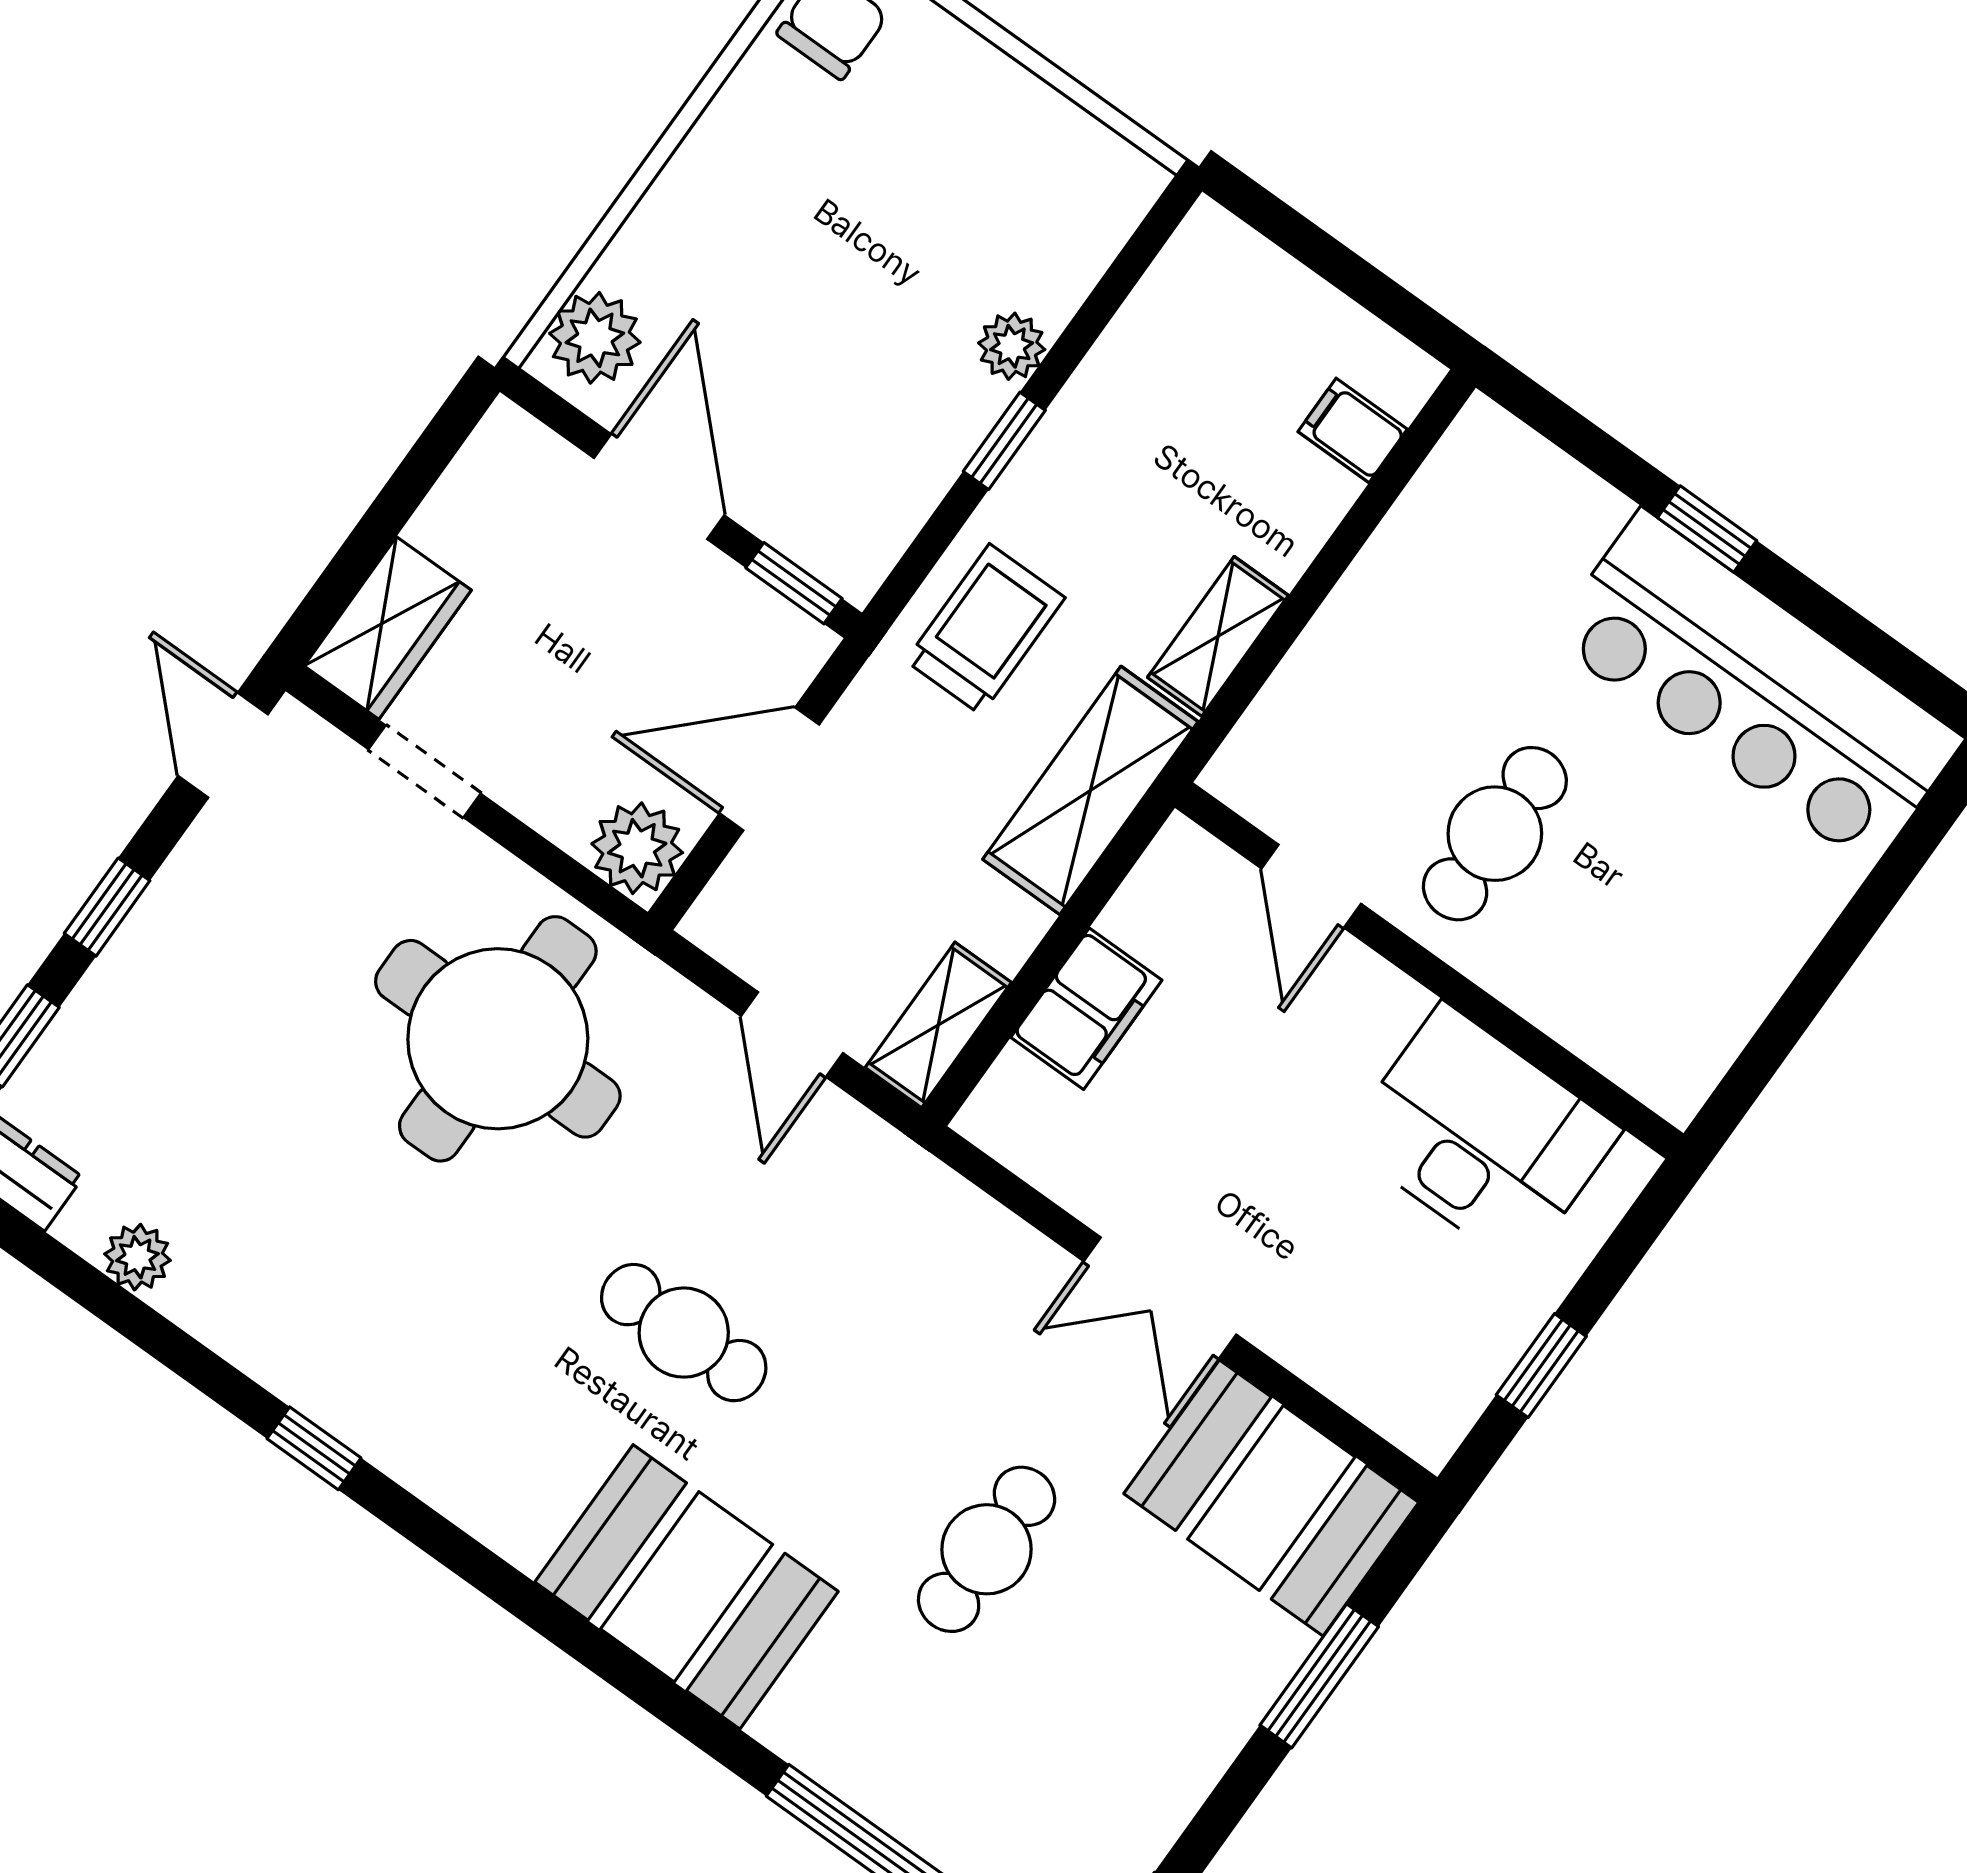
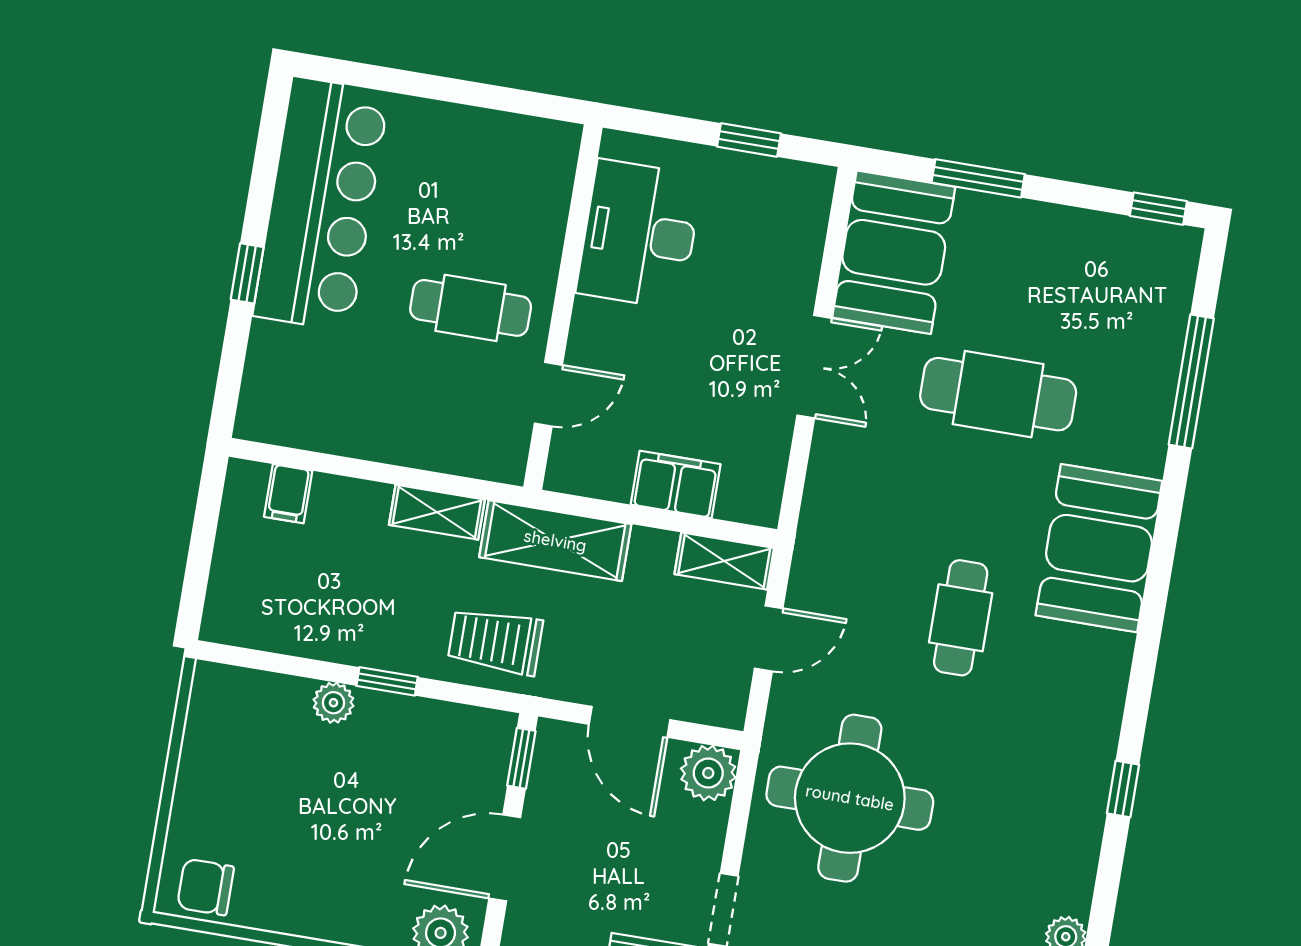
cafe table: (987, 1549) -> (998, 394), width x1.37, depth x1.35

